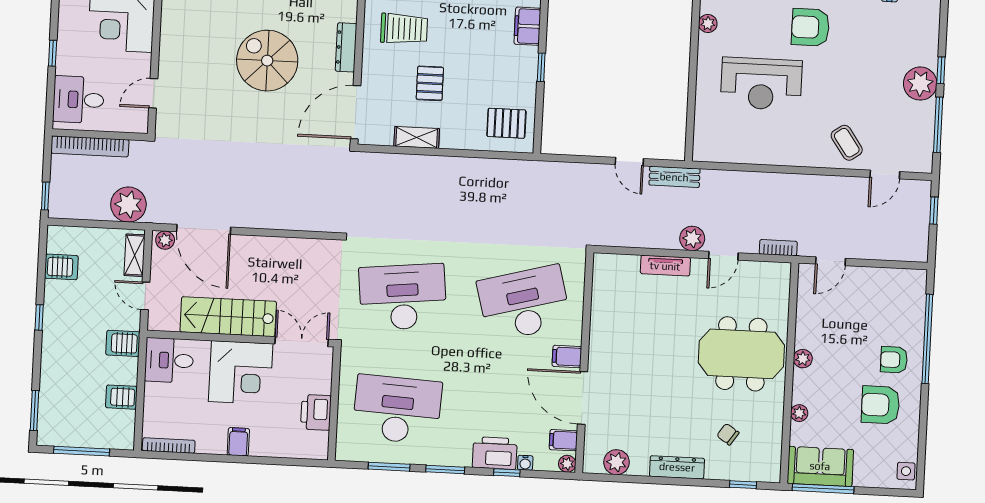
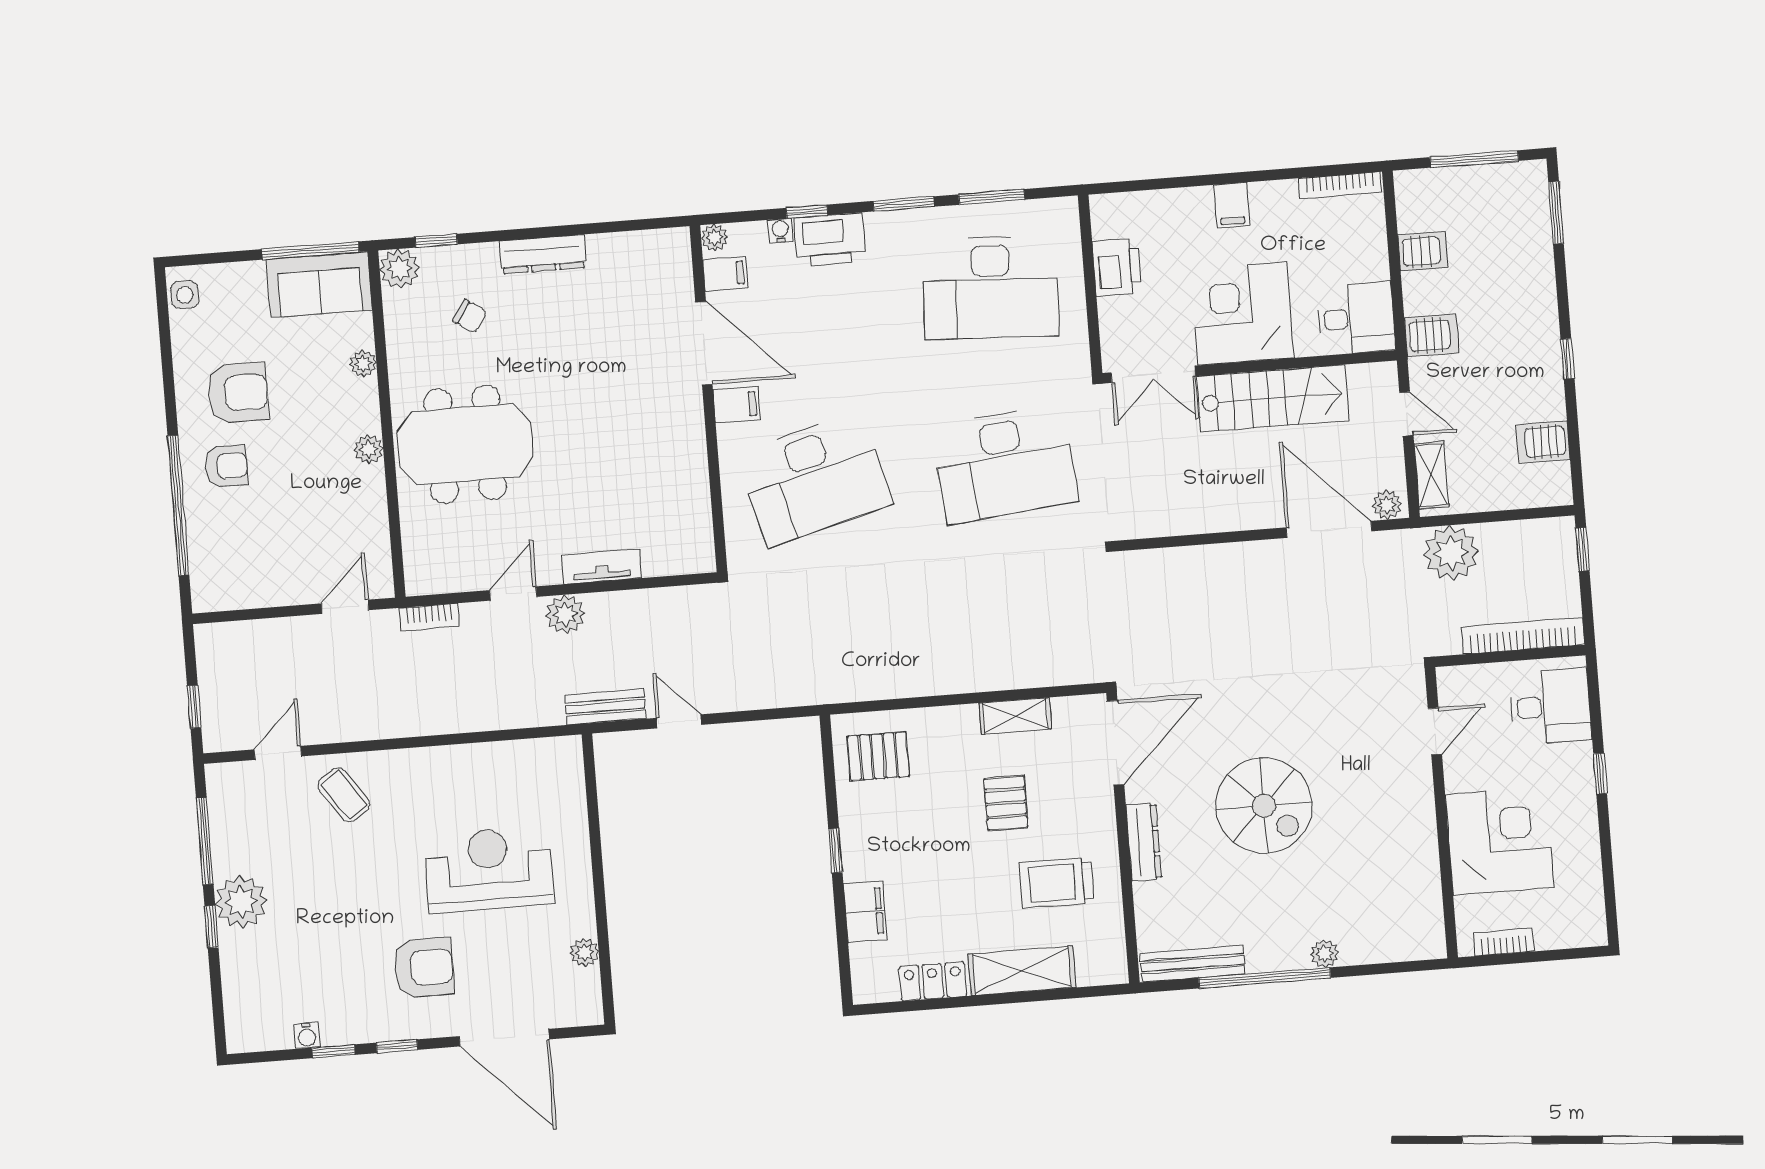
plant: (616, 462) -> (400, 269), moved

